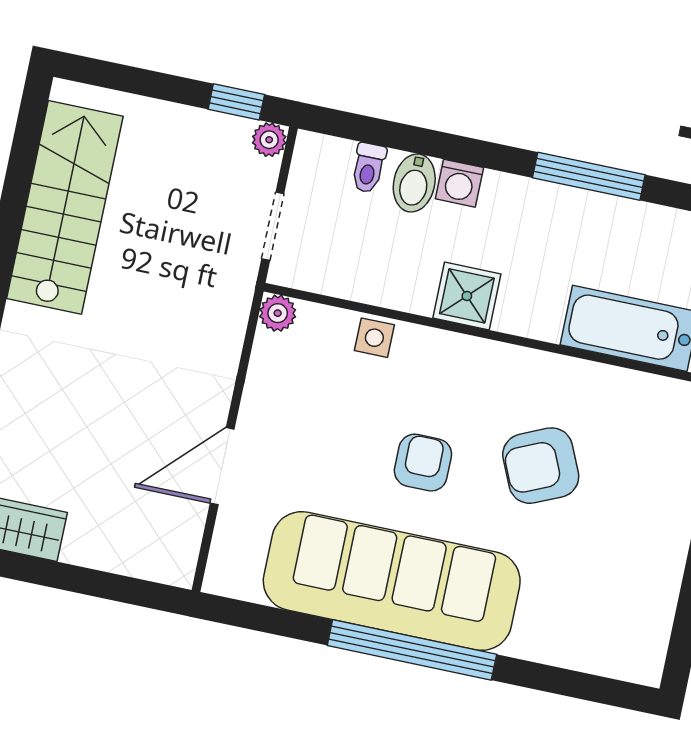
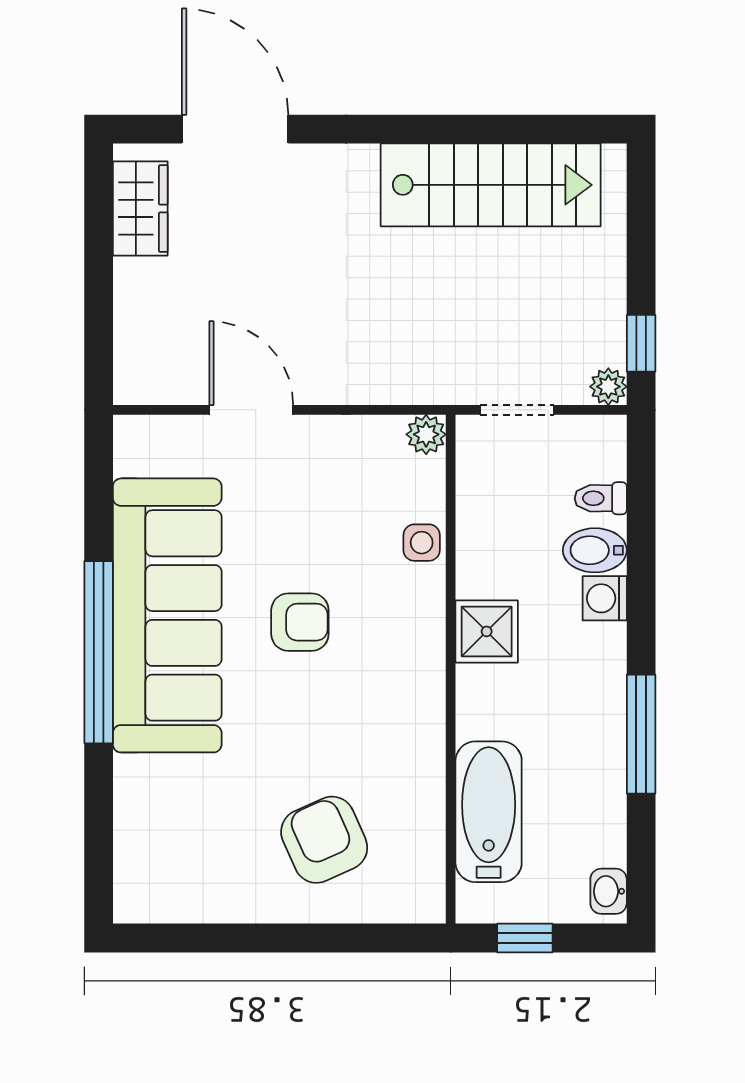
armchair: (541, 466) -> (324, 840), moved

